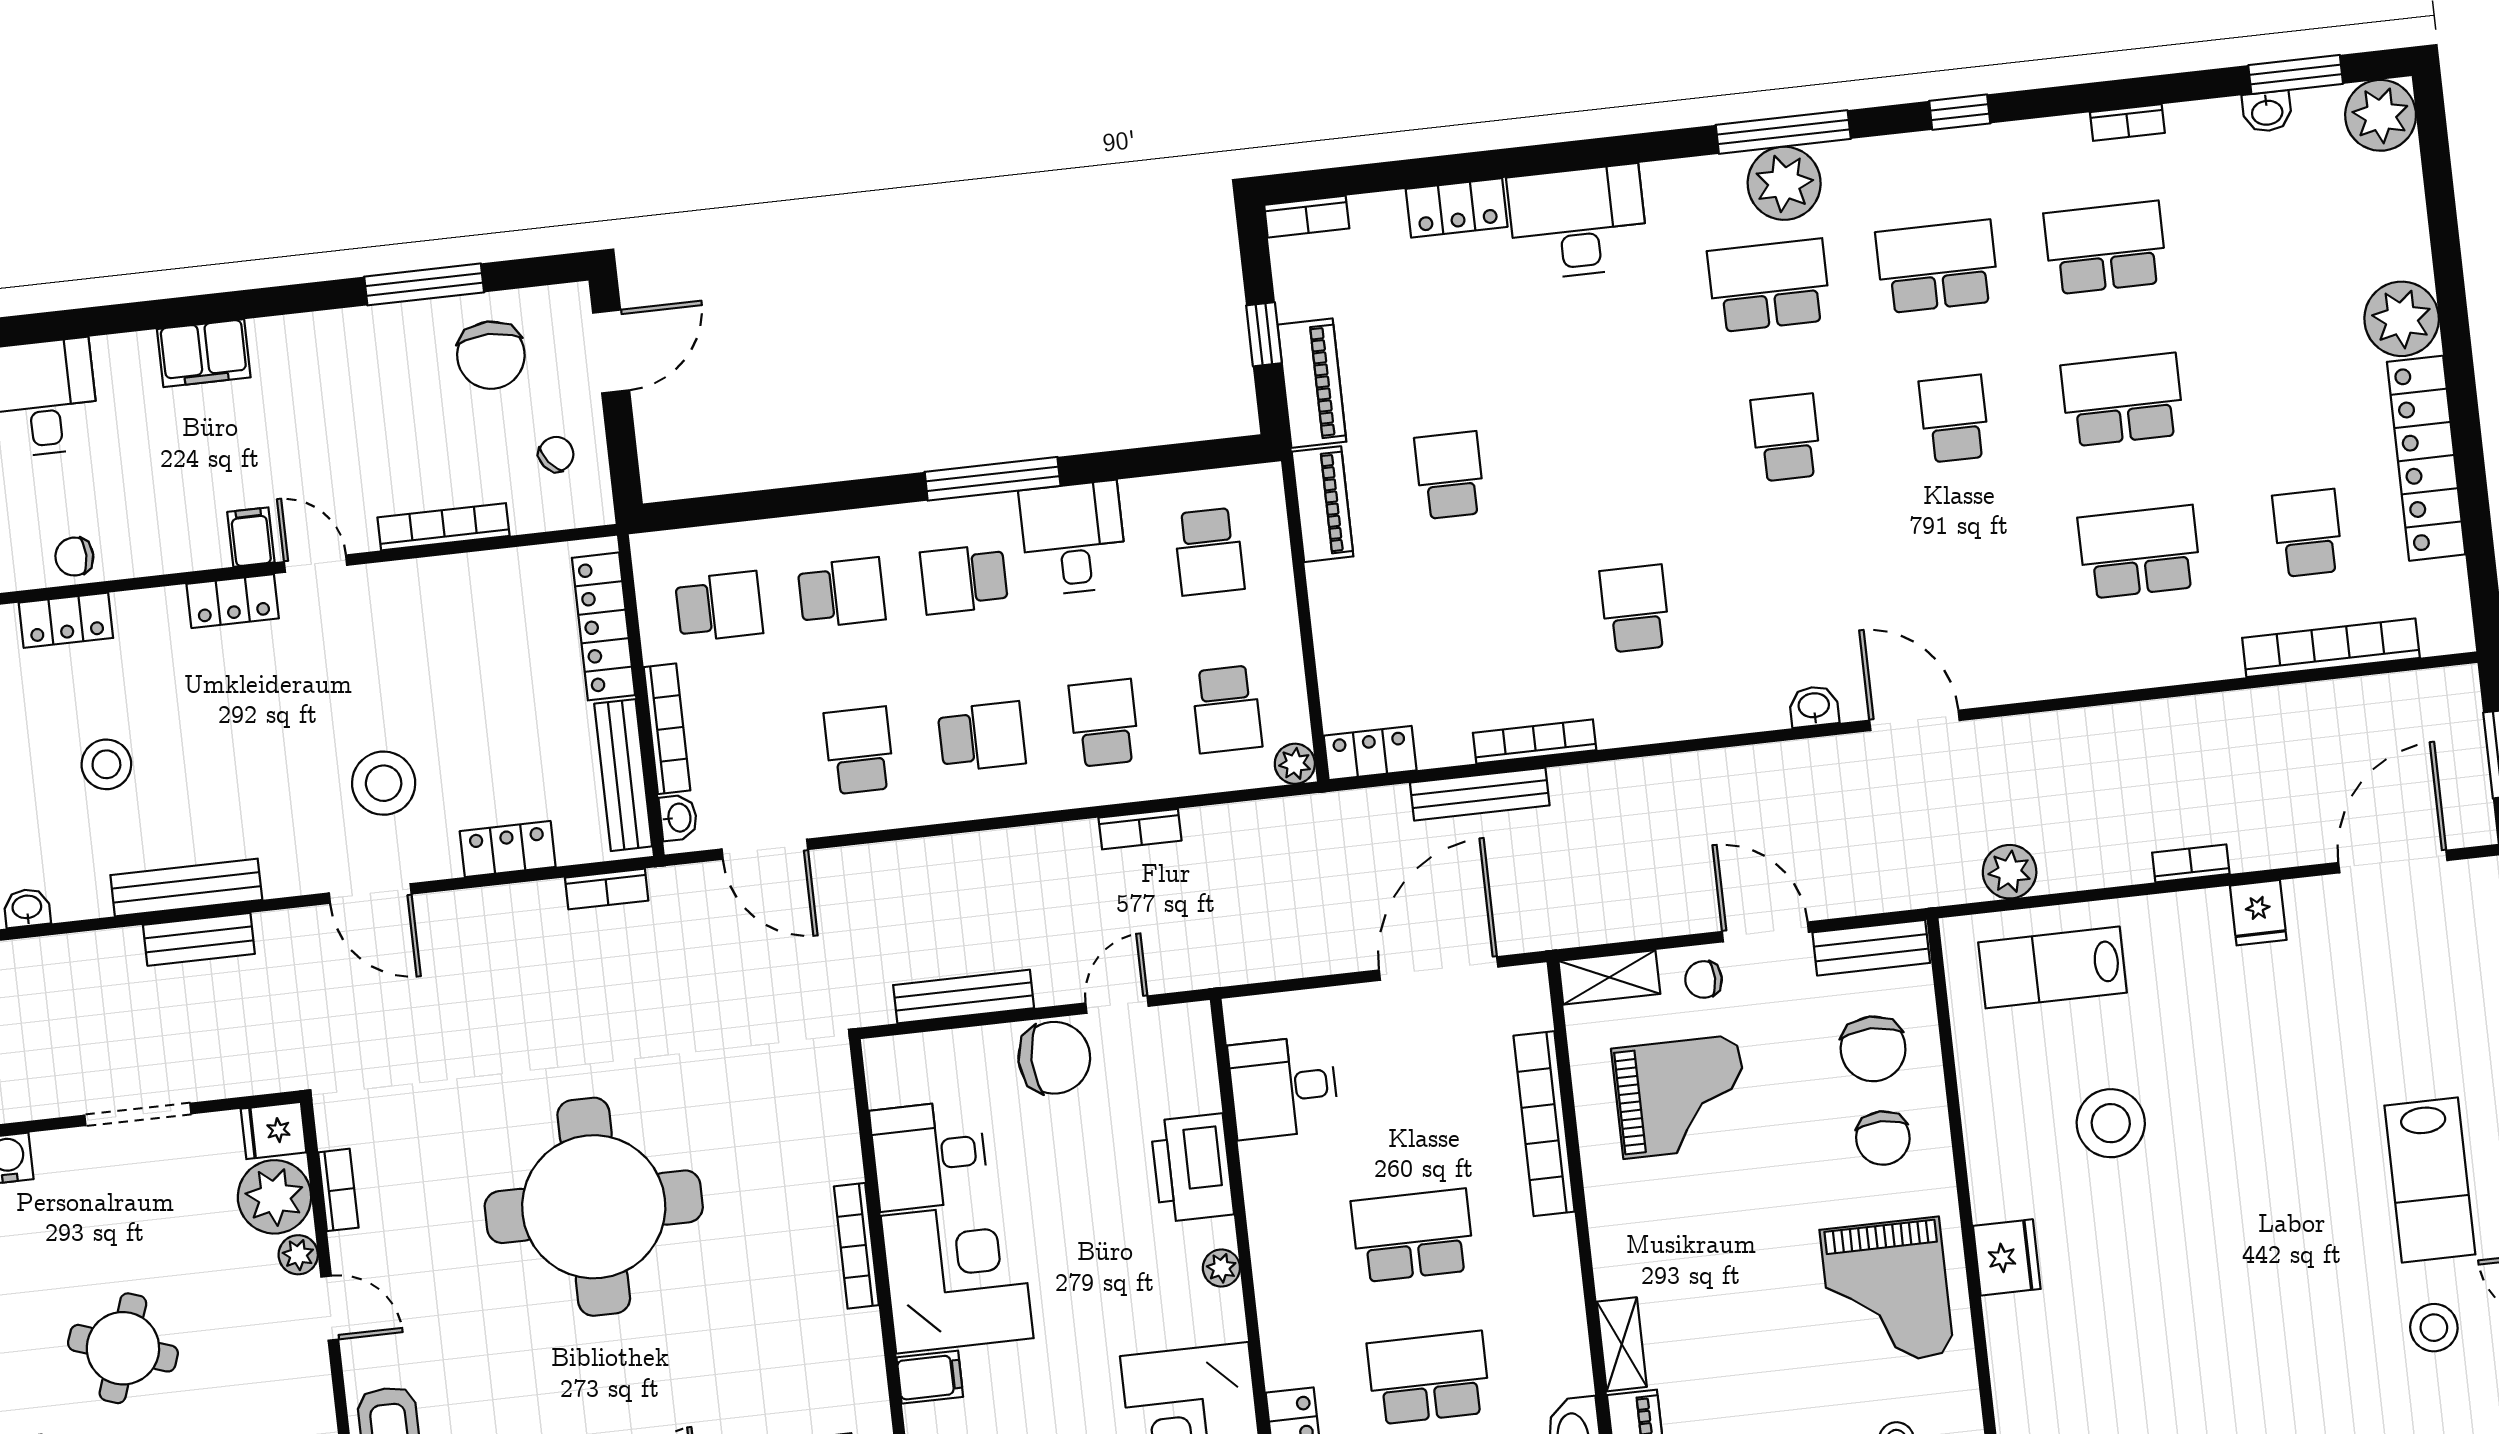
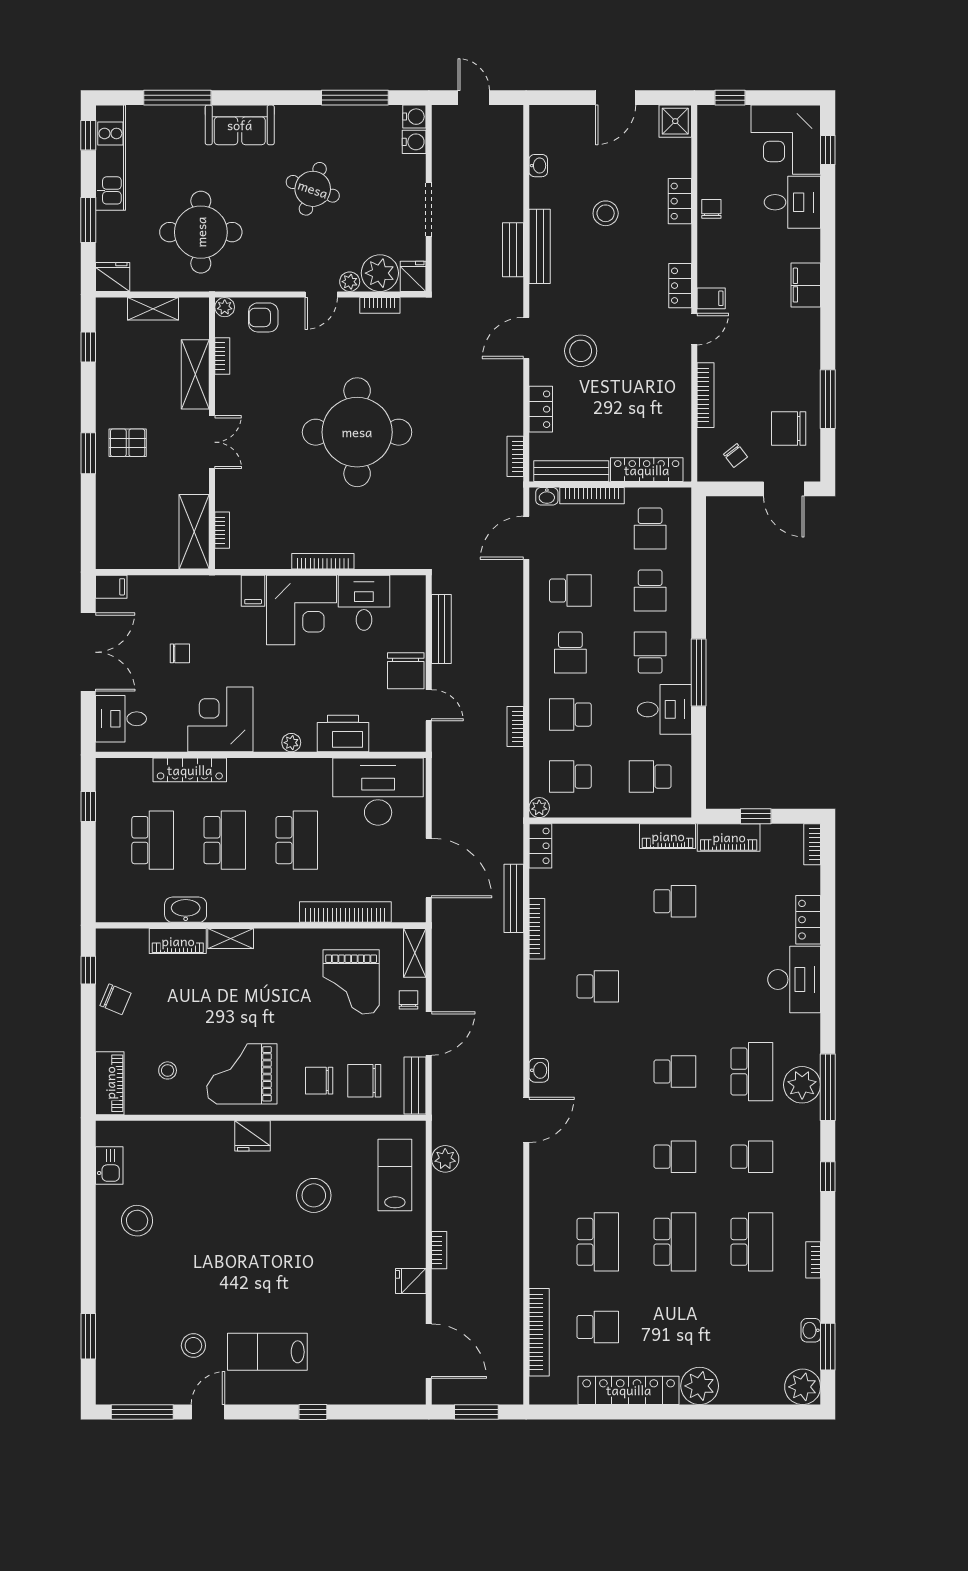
school desk: (1937, 267) -> (752, 1157), width x0.54
school desk: (1104, 723) -> (570, 715), turned 180
desk: (1283, 1087) -> (378, 792), width x1.87, depth x1.30

